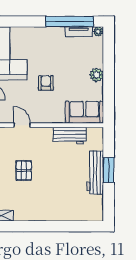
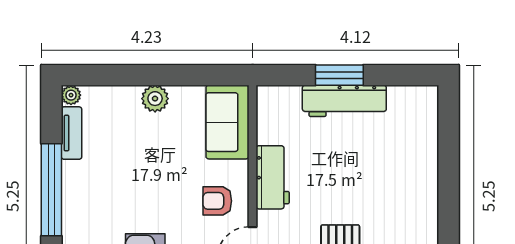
window: (70, 21) -> (51, 190), moved
armchair: (46, 83) -> (217, 201), moved
workbench: (70, 136) -> (273, 177), moved

